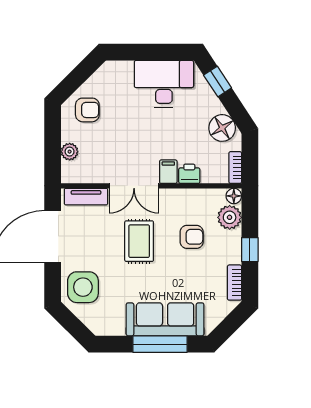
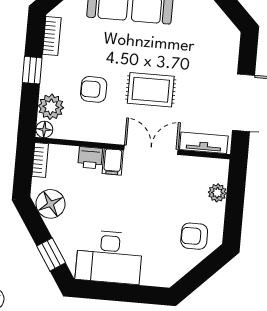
rug: (139, 241) -> (151, 90), turned 90
side table: (83, 287) -> (216, 45), removed

